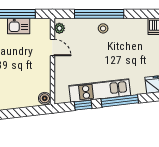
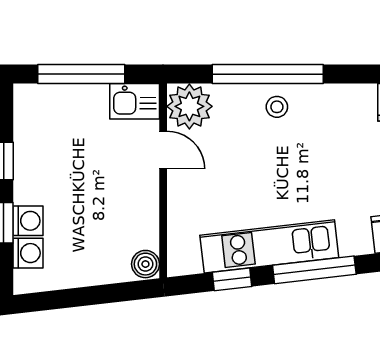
kitchen sink: (19, 26) -> (135, 101), moved
plant: (59, 28) -> (189, 106), width x1.87, depth x1.87

